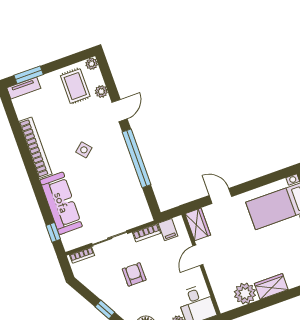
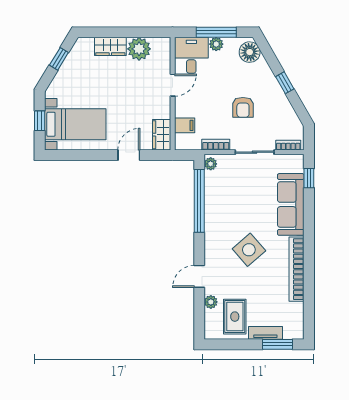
plant: (92, 64) -> (211, 164), moved
tv unit: (24, 88) -> (265, 333), moved
side table: (84, 150) -> (249, 250), width x1.87, depth x1.87
window: (137, 158) -> (199, 201), moved
door: (220, 196) -> (129, 155), swing flipped
filing cabinet: (168, 230) -> (185, 125), moved, turned 90
door: (198, 255) -> (173, 85), moved

